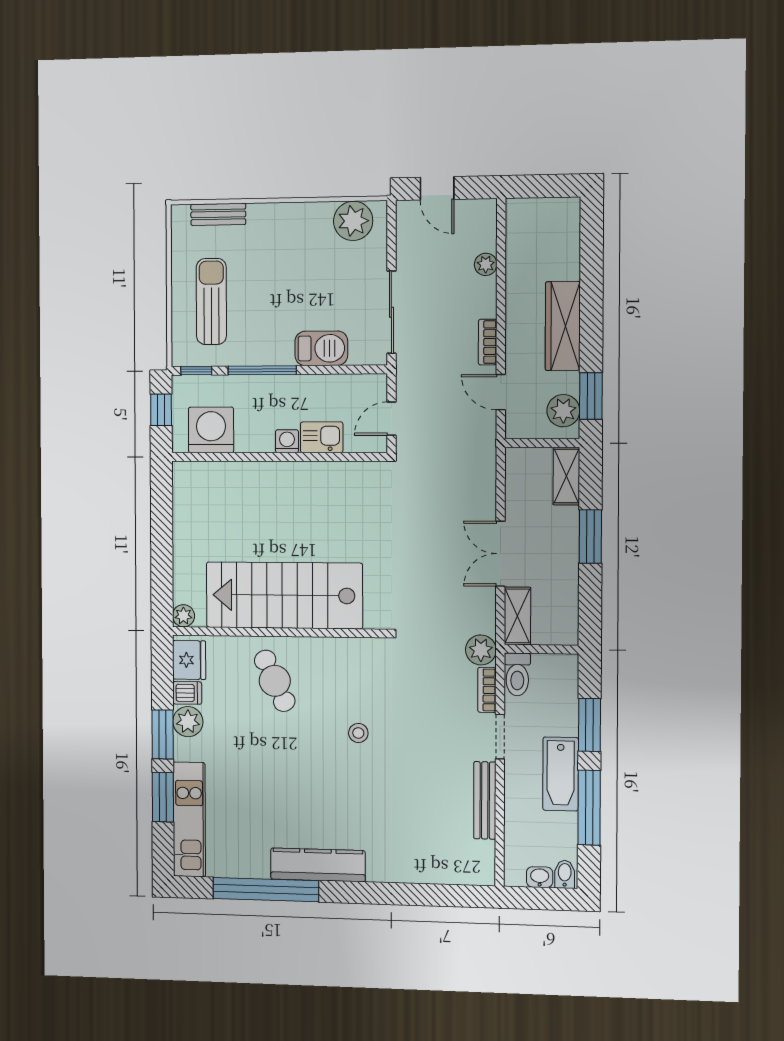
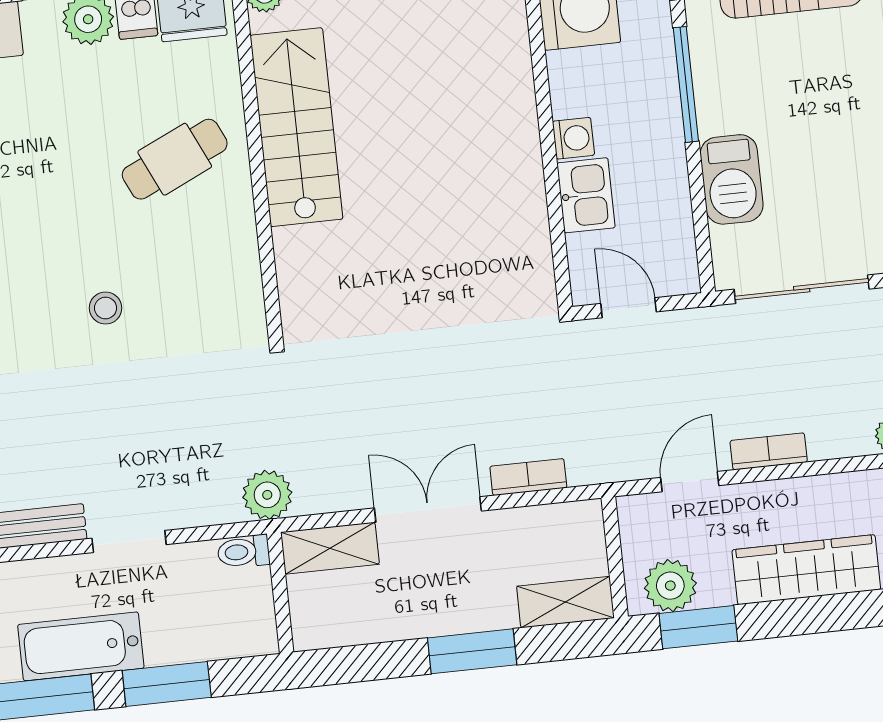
stairs: (284, 595) -> (296, 127), width x0.73, depth x0.66
toilet: (517, 674) -> (244, 552), width x0.73, depth x0.72
bookcase: (487, 690) -> (528, 477), moved

